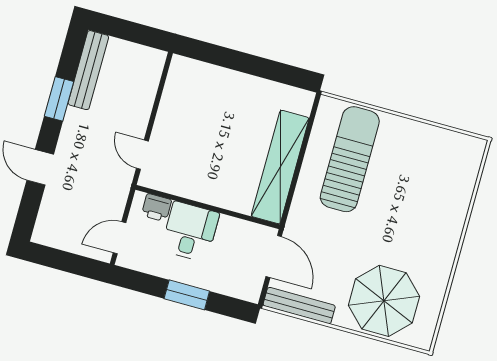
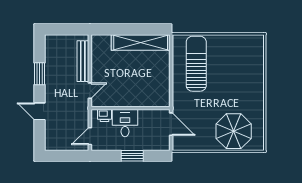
bench: (88, 70) -> (83, 61), moved
door: (142, 155) -> (90, 91), swing flipped
shelving: (280, 167) -> (141, 42), moved, turned 90
bench: (299, 306) -> (191, 145), removed

